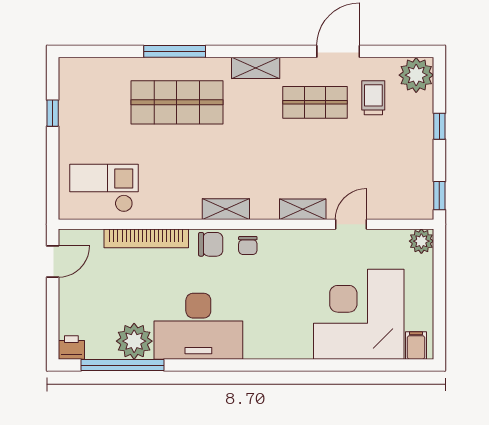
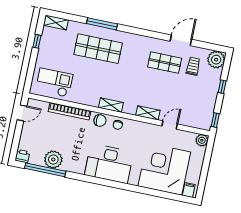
shelving: (256, 68) -> (56, 23), moved
desk: (198, 326) -> (109, 164), moved

